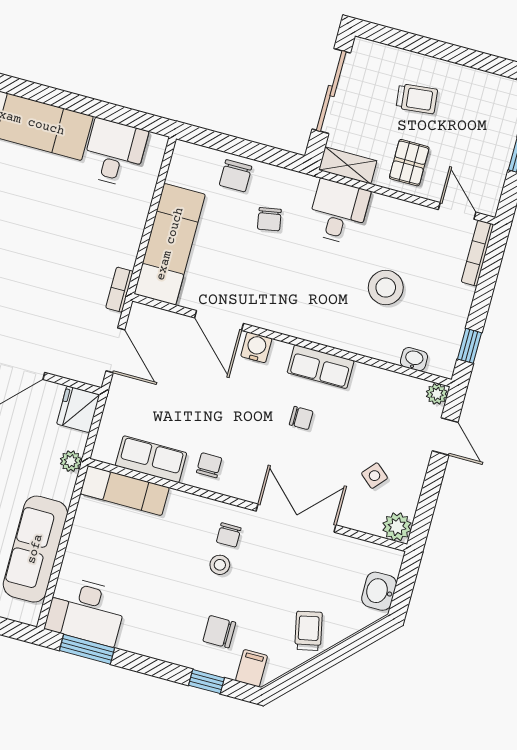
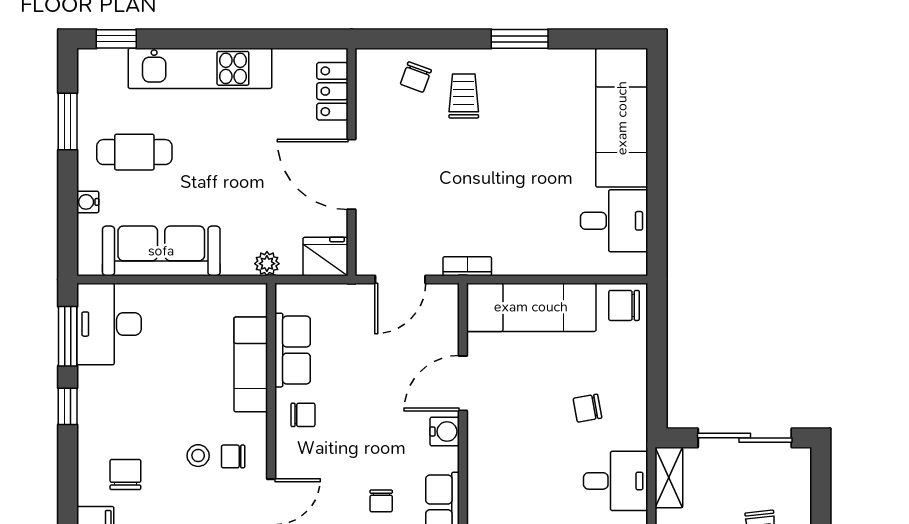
chair: (236, 176) -> (624, 305), moved
exam couch: (125, 491) -> (251, 364), moved
window: (207, 682) -> (68, 406), moved

